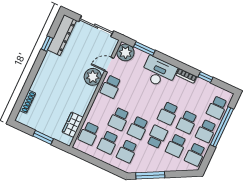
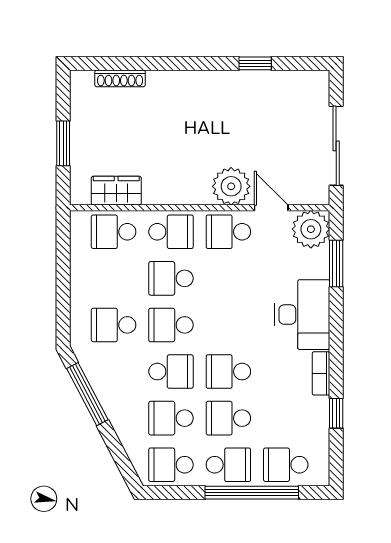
dresser: (62, 35) -> (286, 85), removed
school desk: (206, 131) -> (228, 465), turned 180
school desk: (108, 142) -> (171, 232), moved, turned 180

